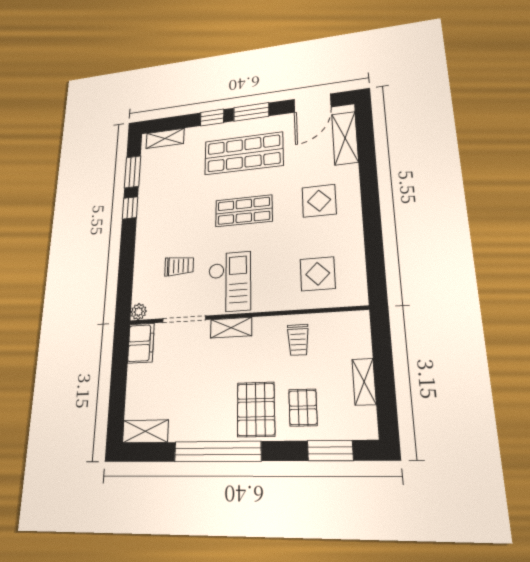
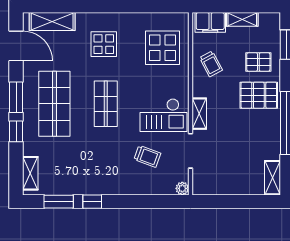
trolley: (179, 266) -> (147, 156), turned 110
display table: (318, 274) -> (163, 48), width x1.36, depth x1.36
checkout: (230, 282) -> (163, 115), turned 180
trolley: (298, 340) -> (211, 64), turned 62
filing cabinet: (141, 343) -> (210, 22), moved, turned 180

